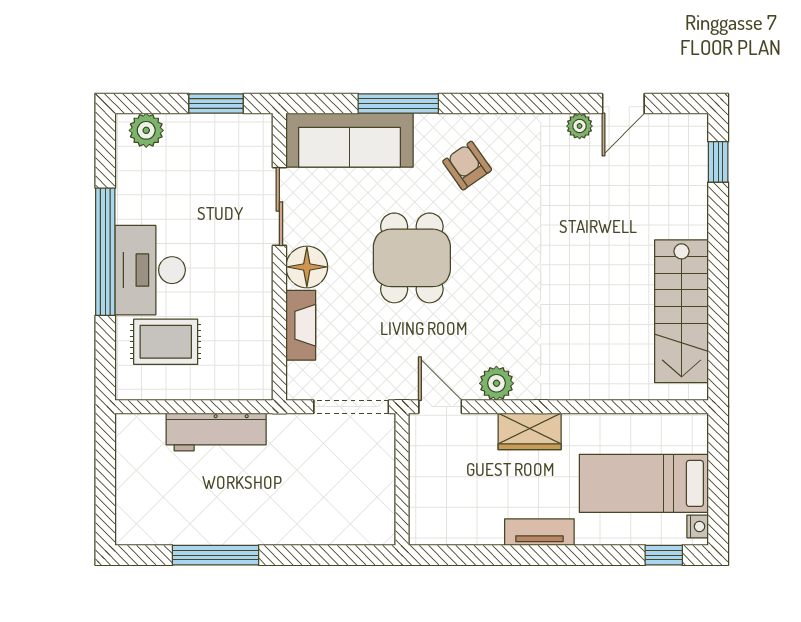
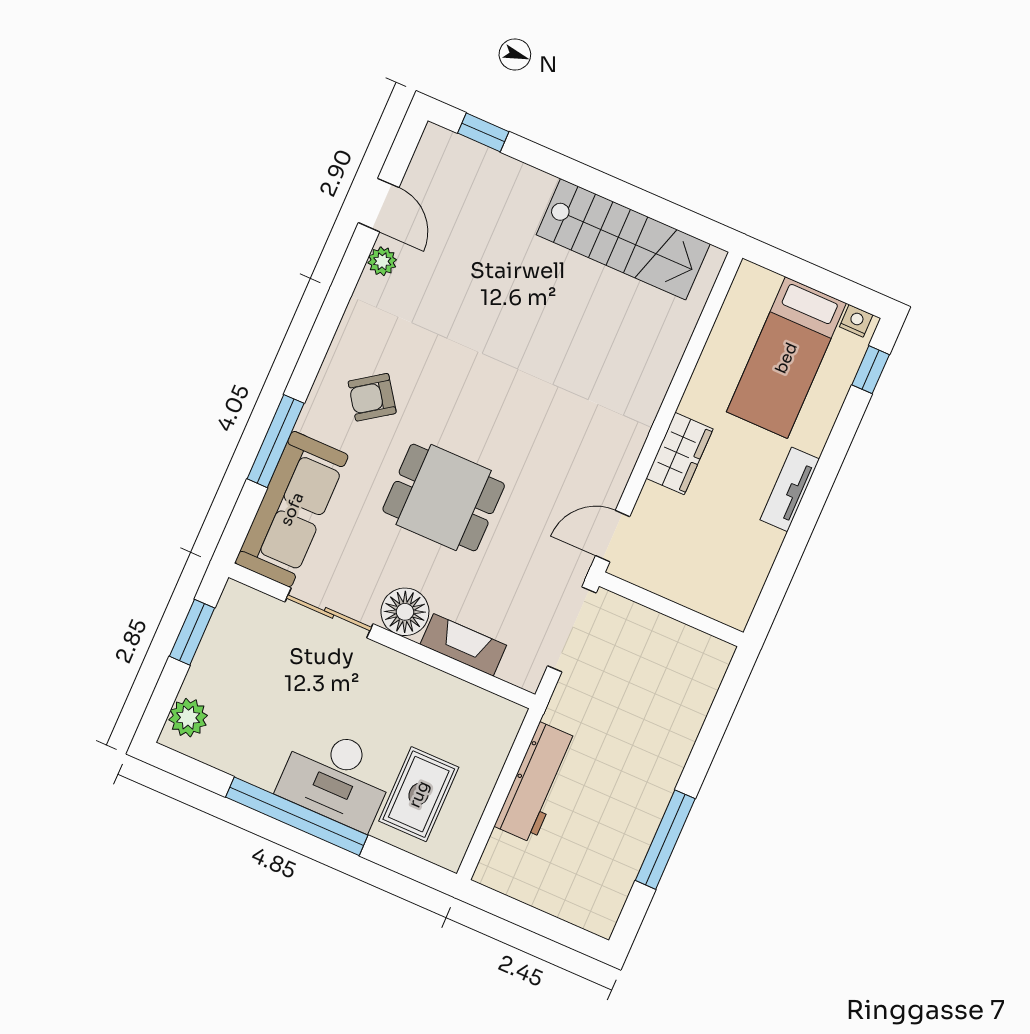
plant: (496, 383) -> (614, 466), removed

